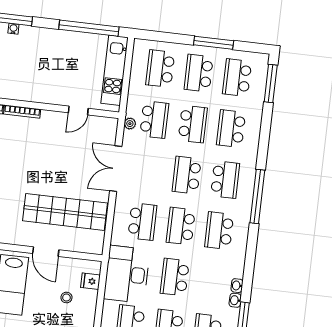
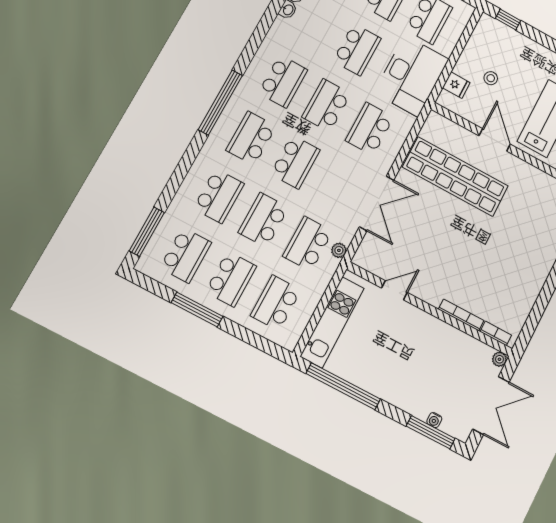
school desk: (160, 69) -> (276, 303), turned 180
school desk: (181, 226) -> (326, 105), turned 180

